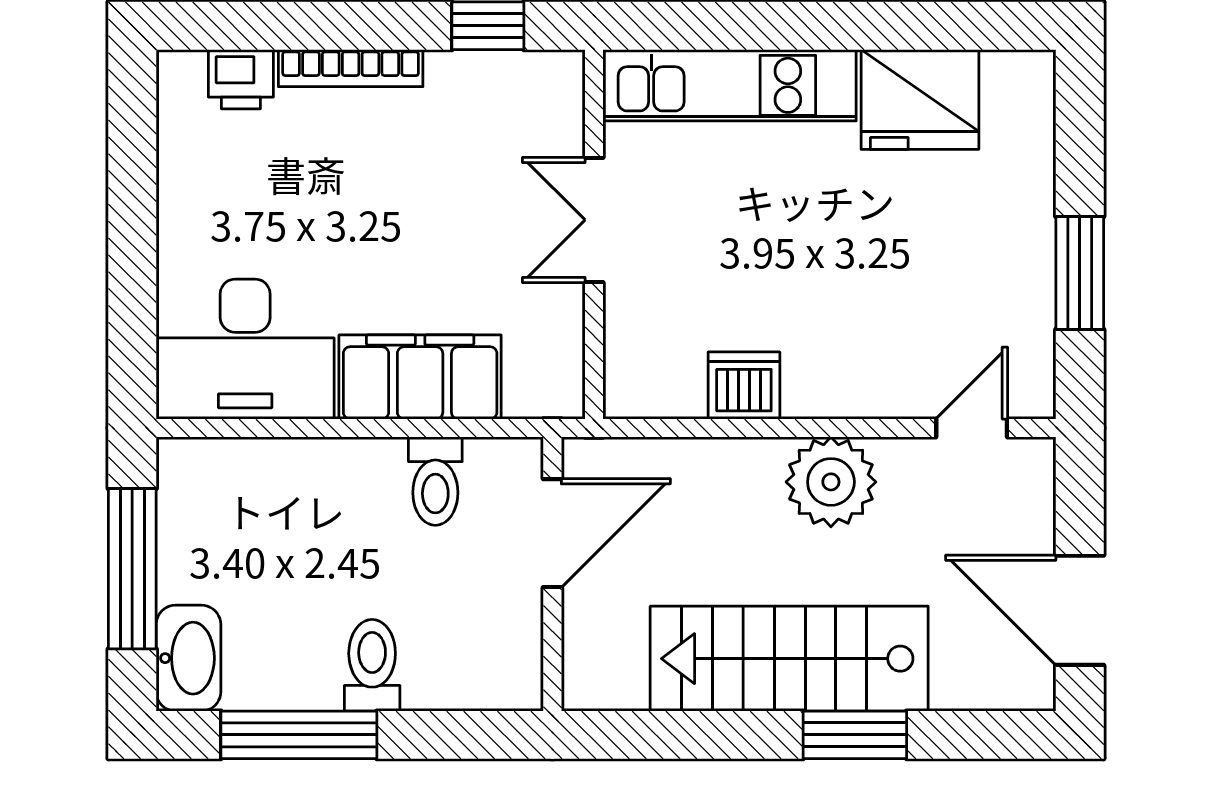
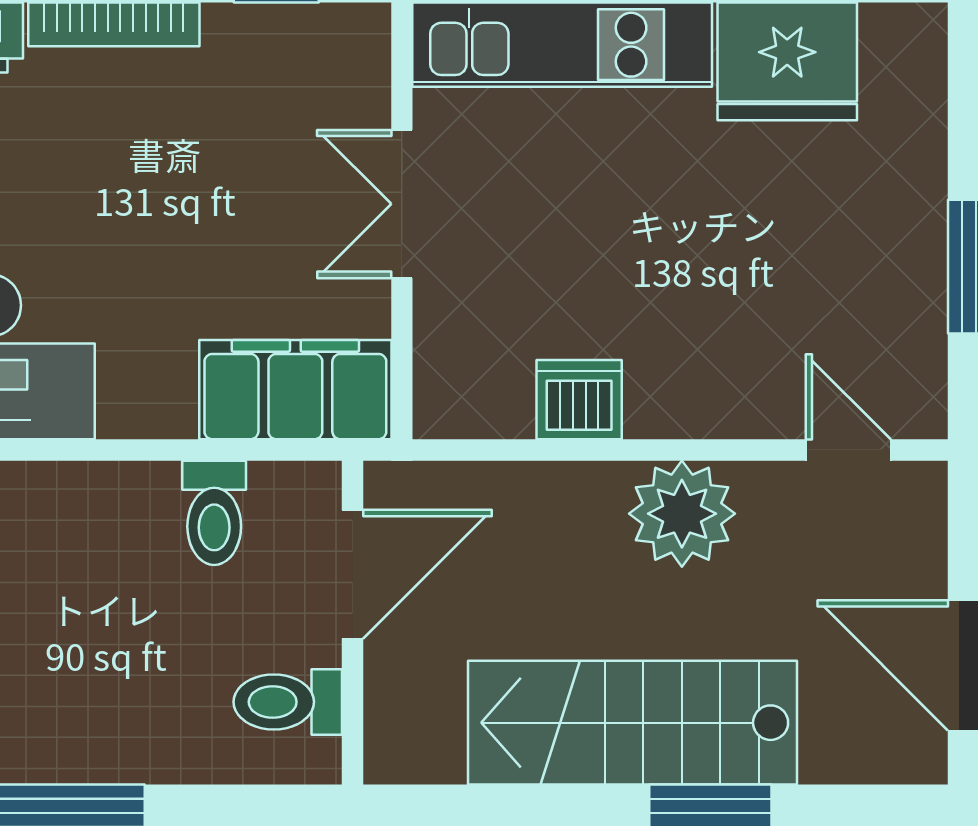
filing cabinet: (420, 377) -> (295, 390), moved
door: (972, 428) -> (848, 450), hinge flipped
toilet: (372, 665) -> (288, 702), moved, turned -90

